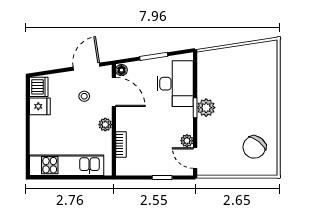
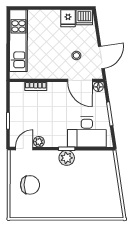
door: (87, 67) -> (101, 57), hinge flipped
door: (114, 92) -> (80, 80), hinge flipped
plant: (105, 125) -> (53, 73), removed
chair: (254, 147) -> (30, 185), moved, turned 141

